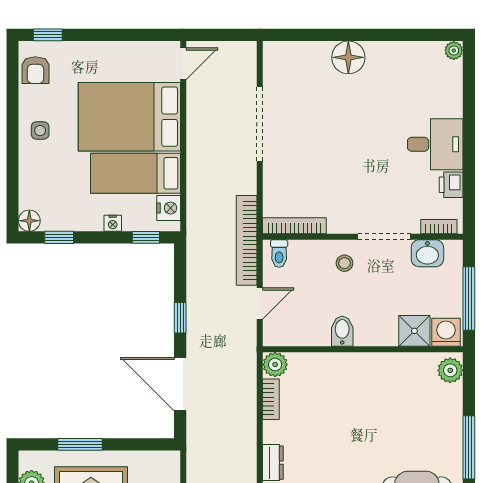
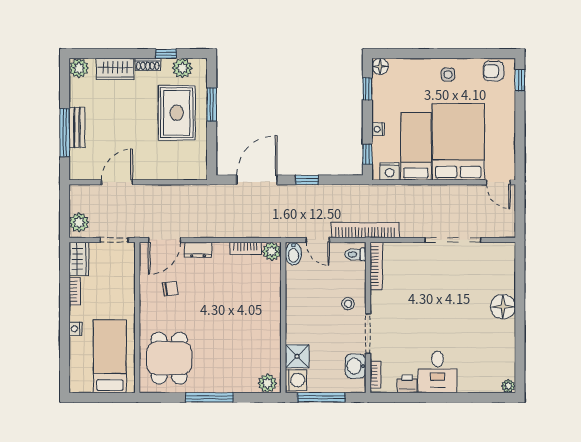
bidet: (342, 331) -> (293, 254), moved, turned 90

